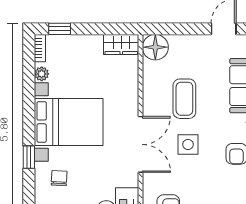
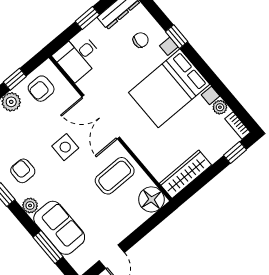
wardrobe: (121, 44) -> (185, 174), width x1.50
coffee table: (184, 99) -> (115, 176), moved, turned 90
chair: (59, 178) -> (141, 40), turned -89

